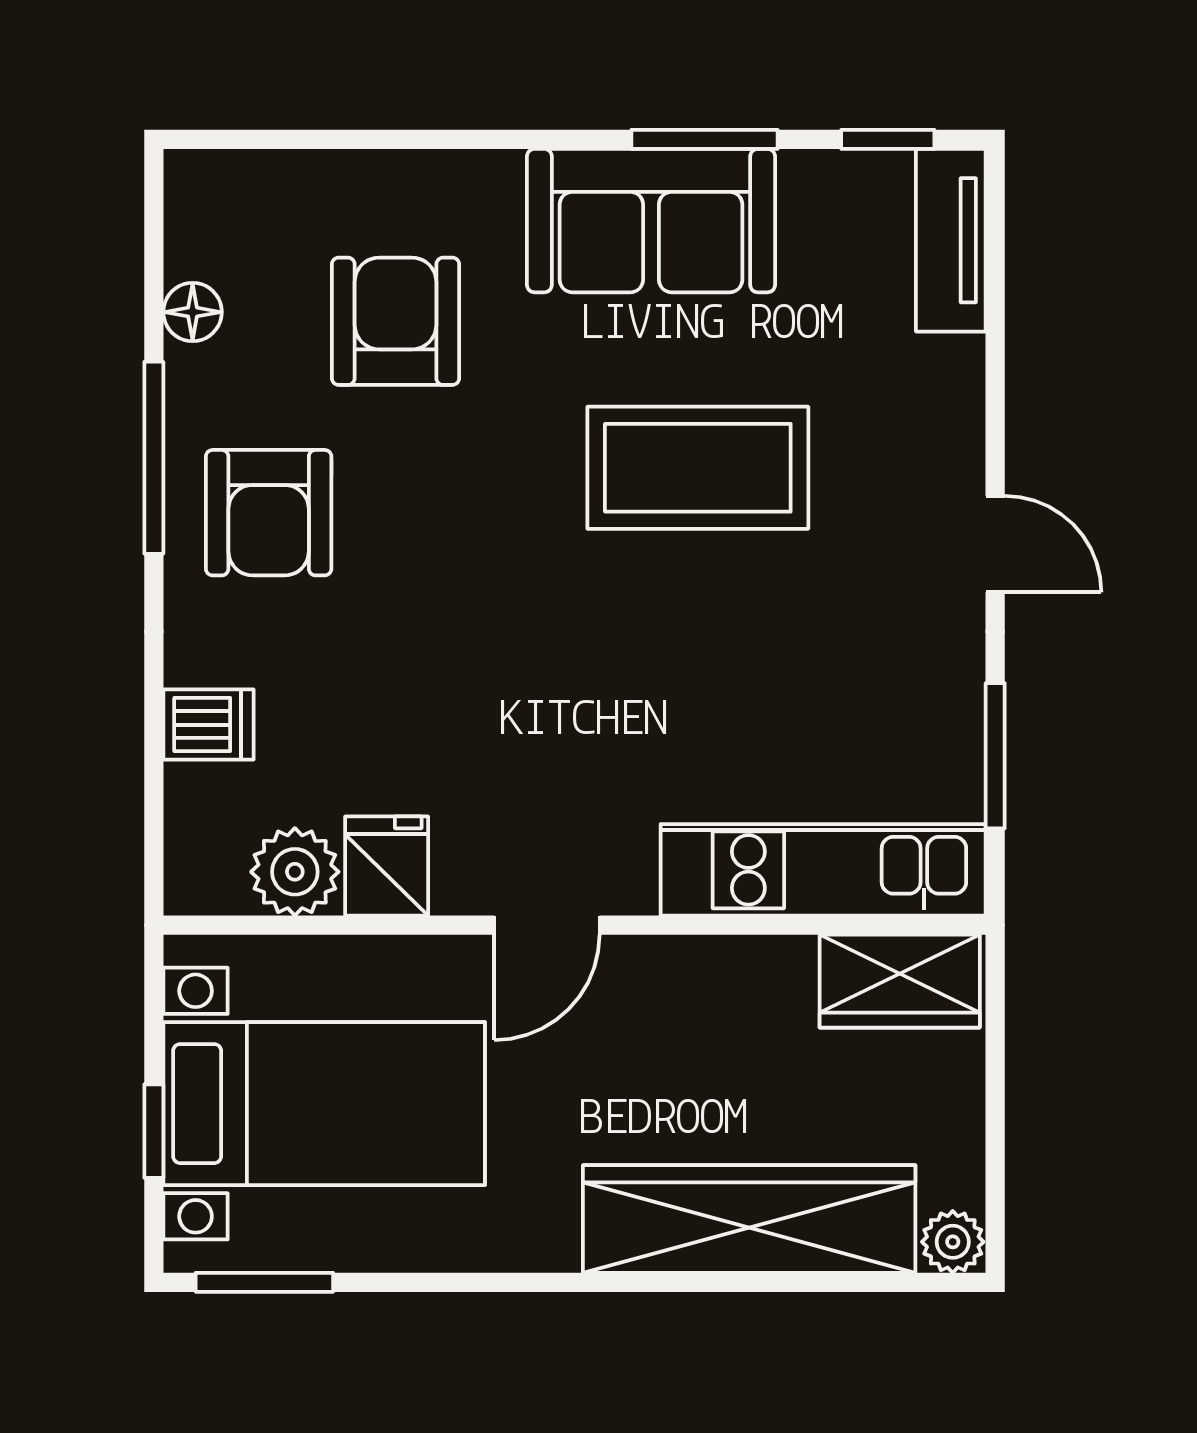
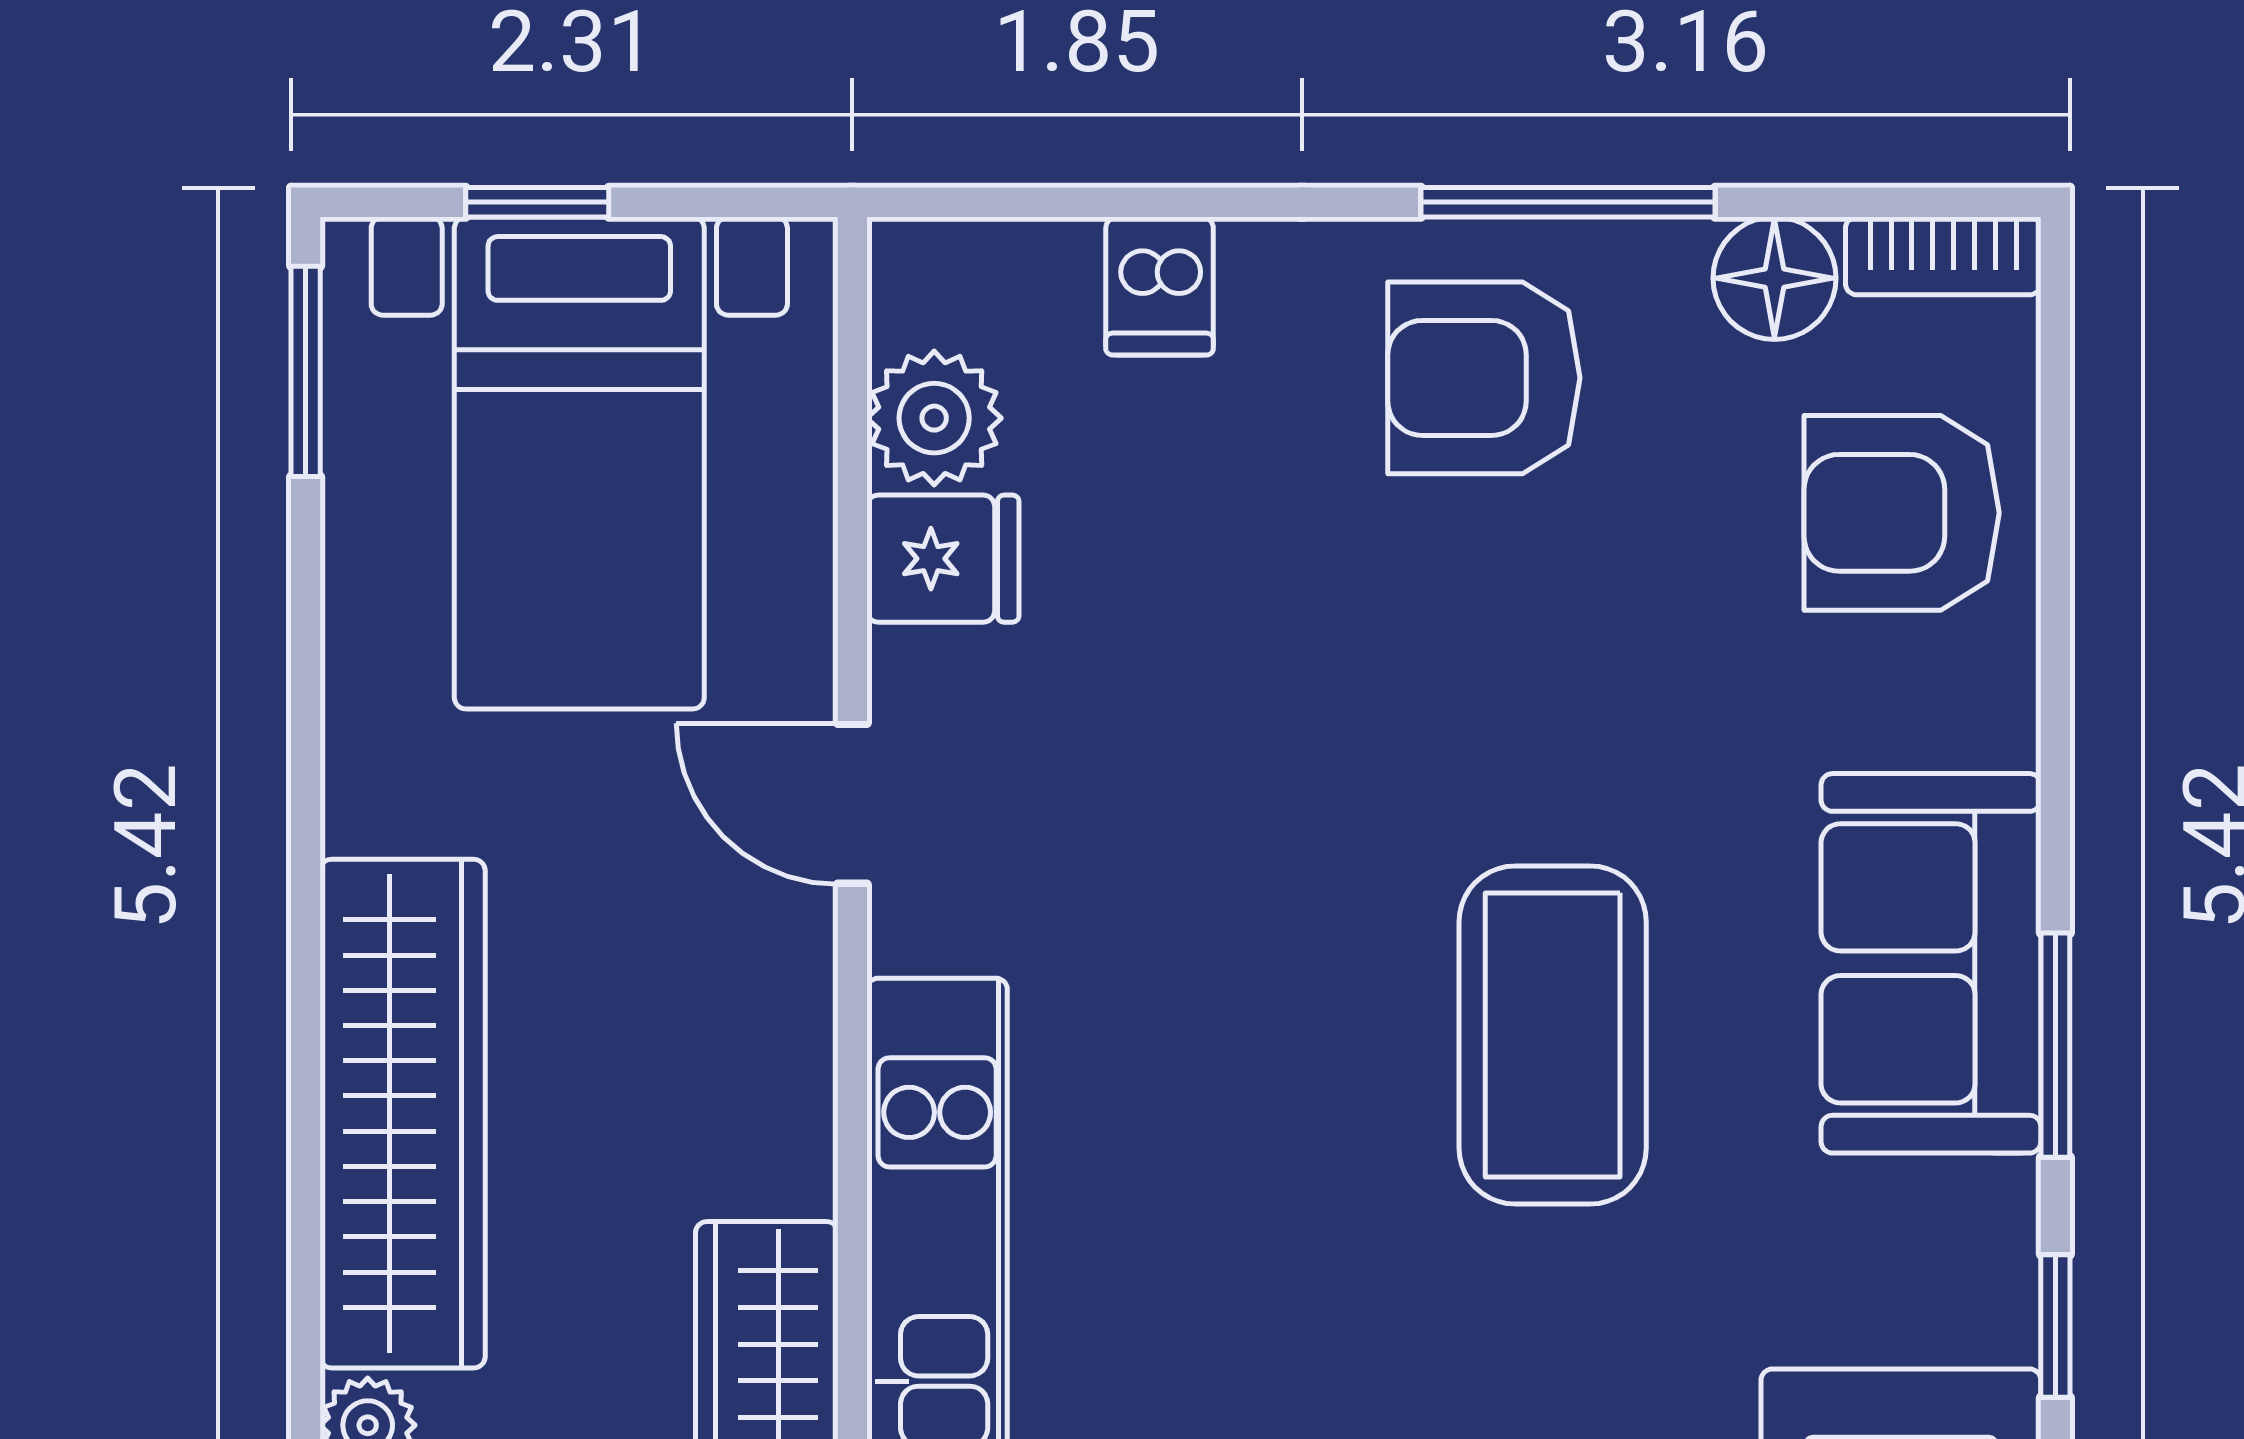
bookcase: (189, 213) -> (1943, 256), added
floor lamp: (193, 312) -> (1774, 278), width x1.37, depth x1.37
armchair: (396, 321) -> (1902, 513), moved, turned 180

